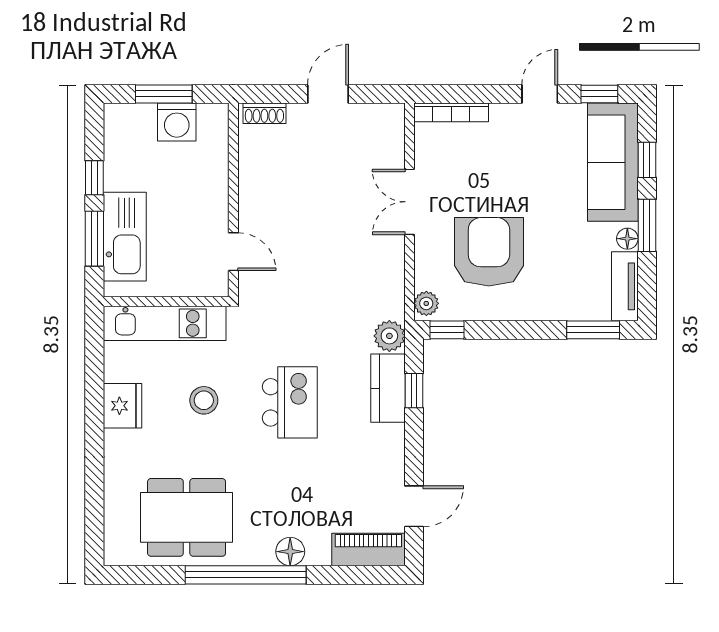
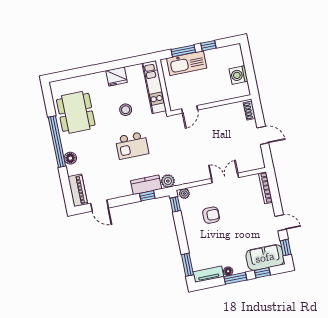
window: (164, 94) -> (249, 67), removed
sofa: (613, 162) -> (265, 258), width x0.73
armchair: (489, 252) -> (211, 215), width x0.53, depth x0.53

